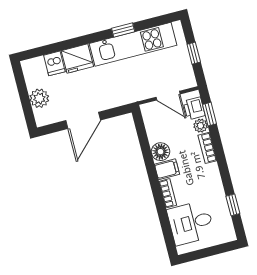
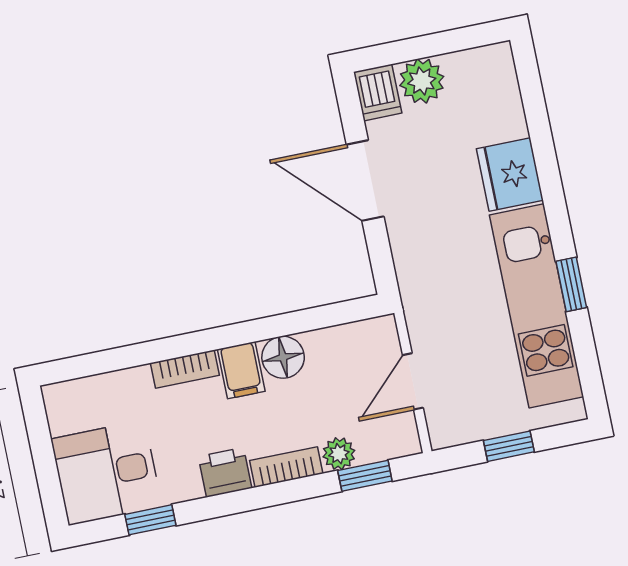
dishwasher: (54, 63) -> (378, 93), moved, turned -90
printer: (194, 108) -> (225, 472), moved
desk: (191, 223) -> (106, 473), moved, turned -90

